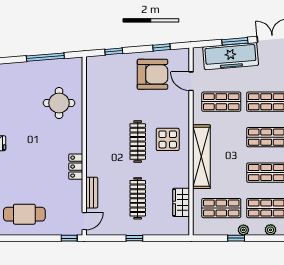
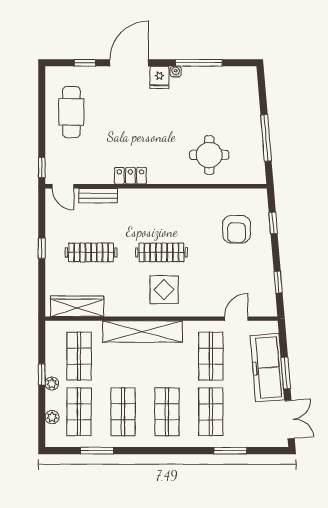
armchair: (152, 74) -> (237, 229), moved, width x0.73, depth x0.73
wardrobe: (181, 202) -> (77, 306), width x1.50

